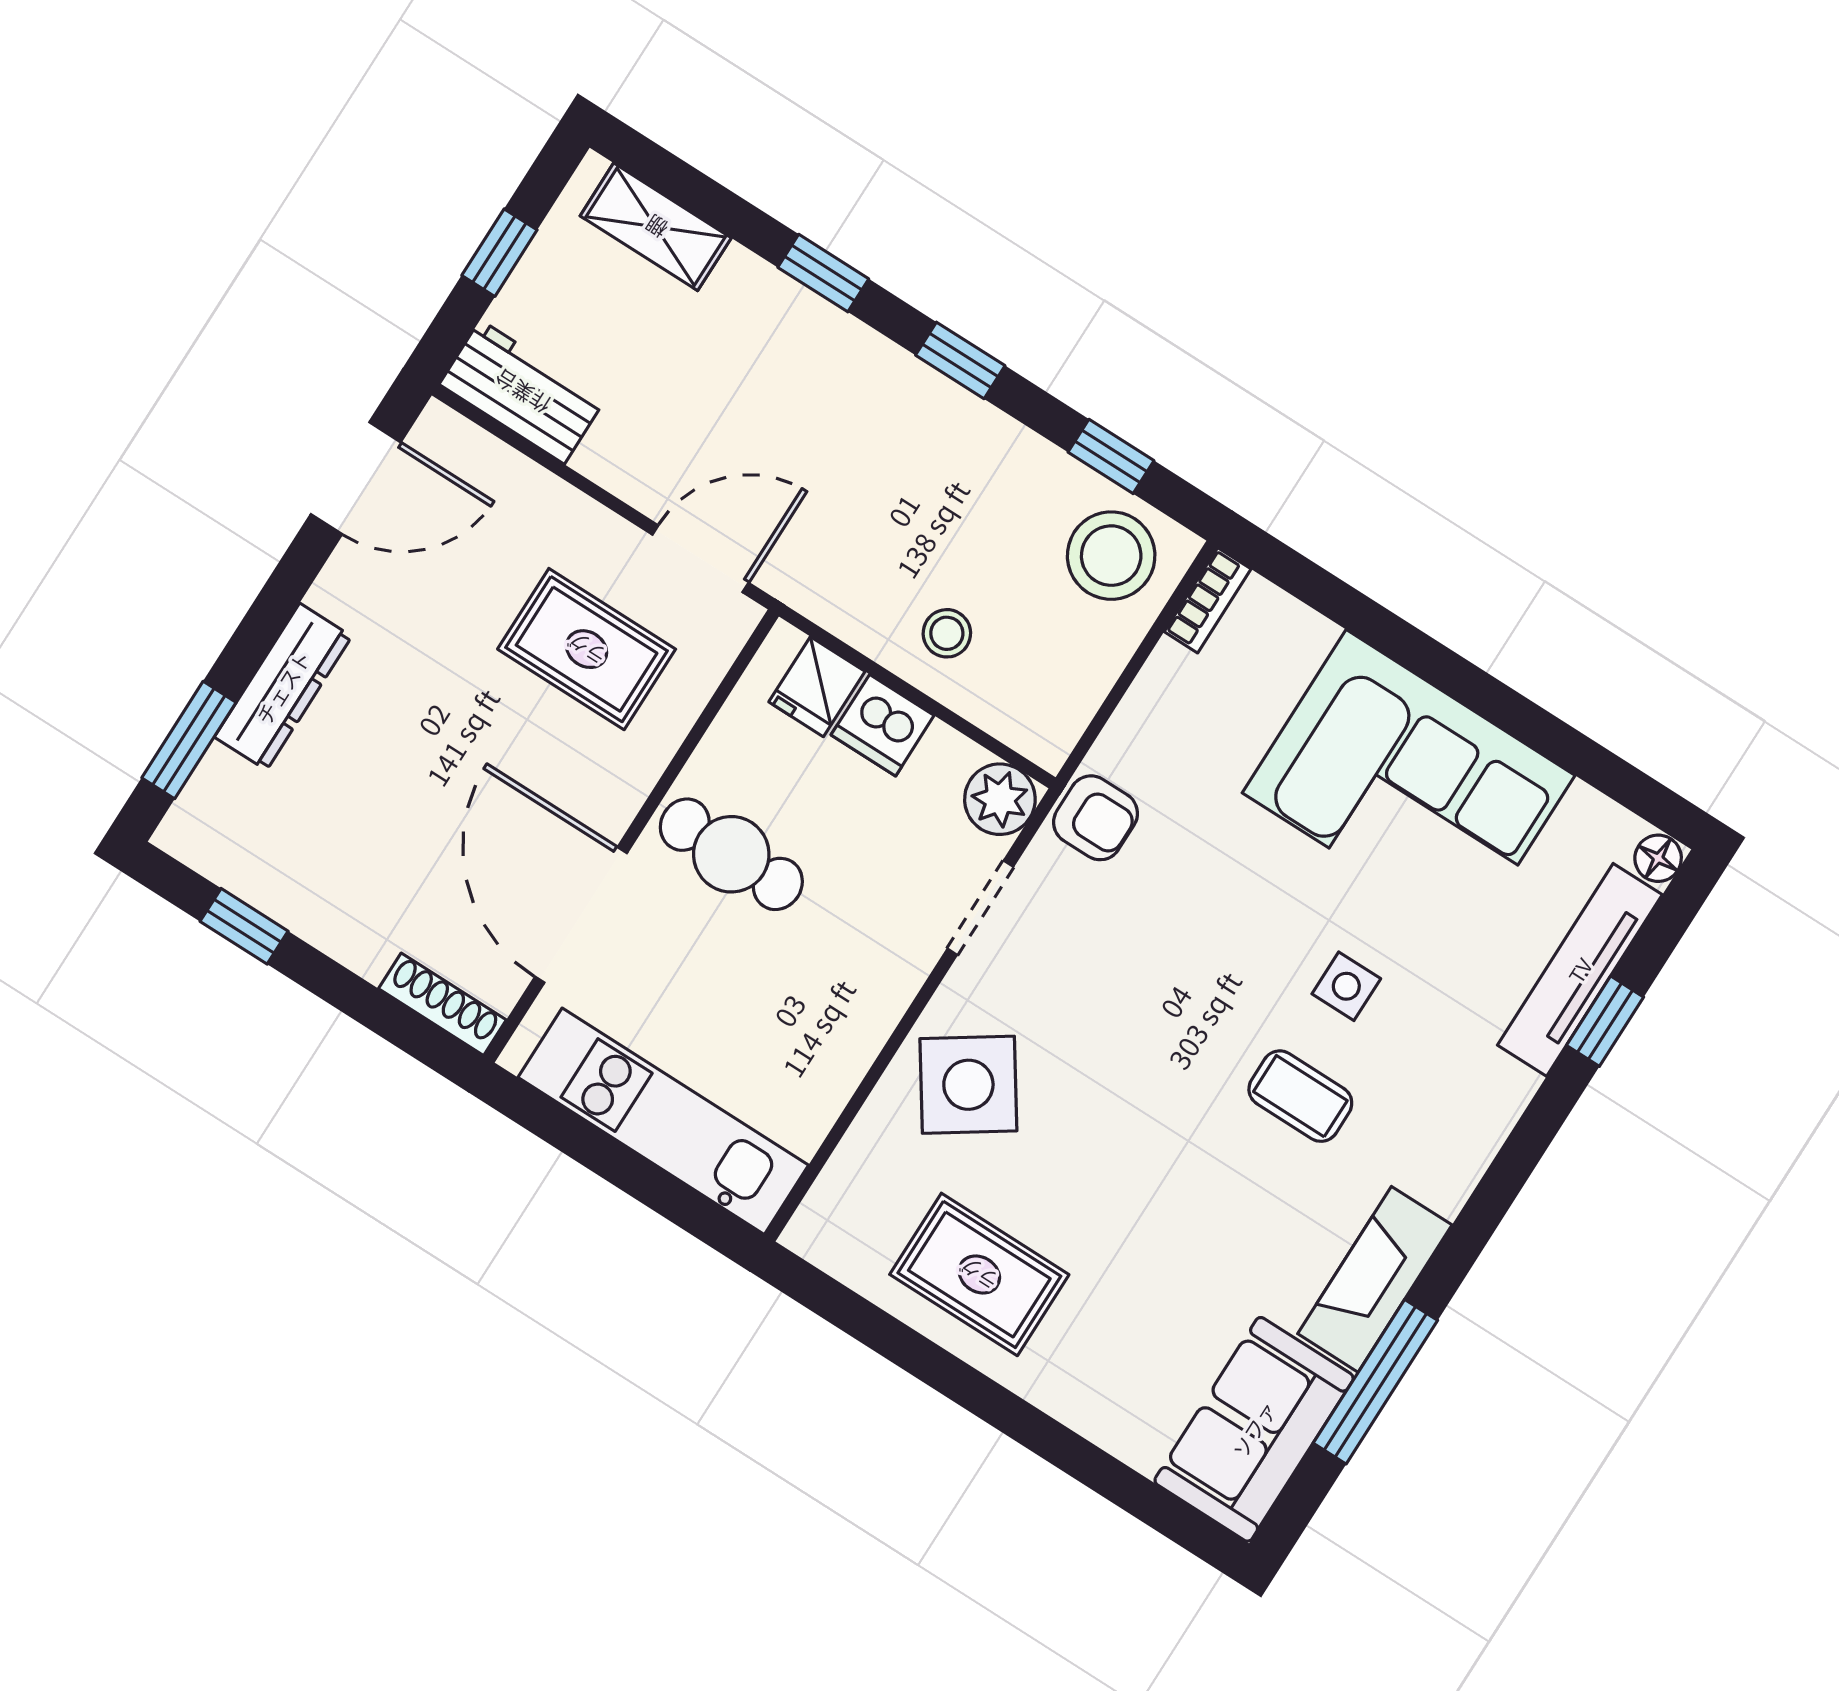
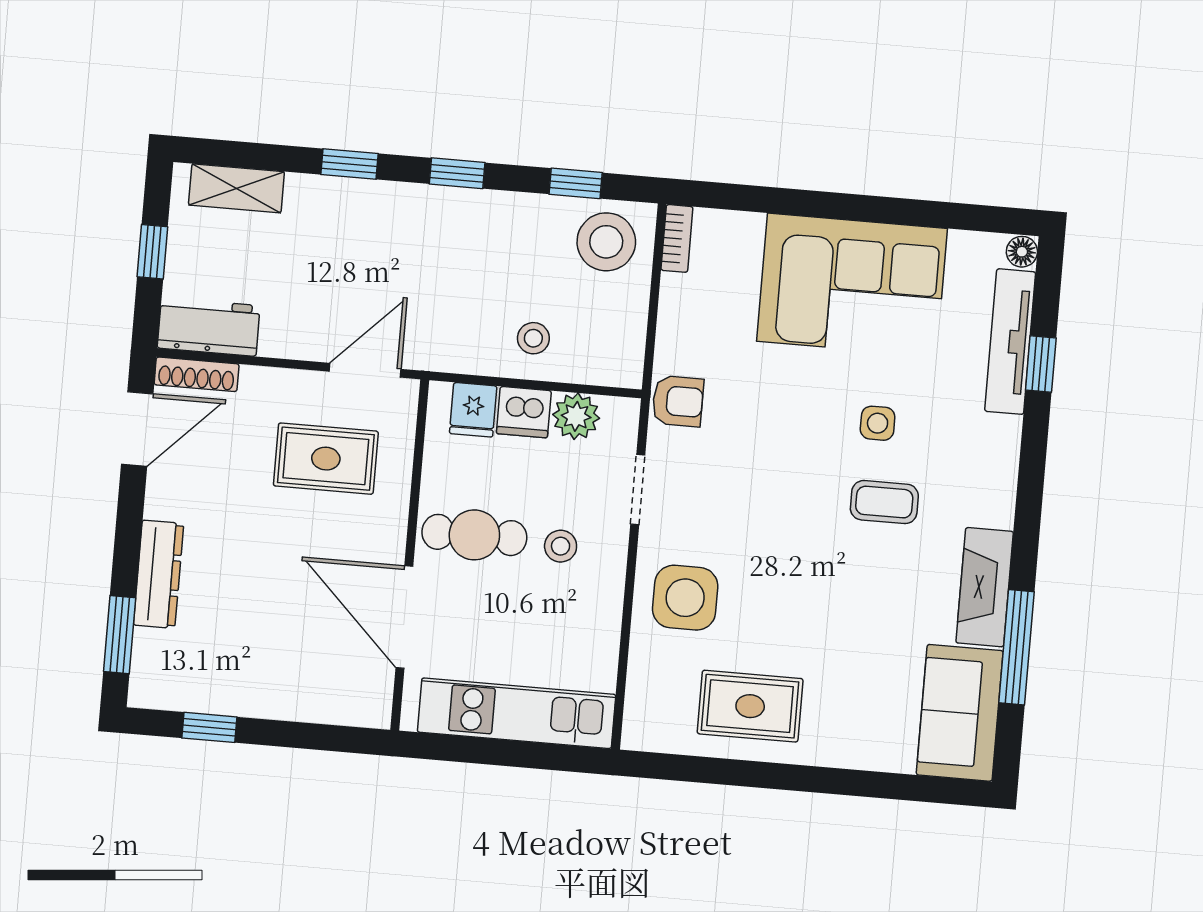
plant: (1000, 799) -> (576, 416), moved
stool: (838, 929) -> (561, 546), added
shoe rack: (442, 1004) -> (197, 374), moved, turned 180
side table: (968, 1085) -> (685, 598), turned 34

